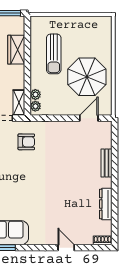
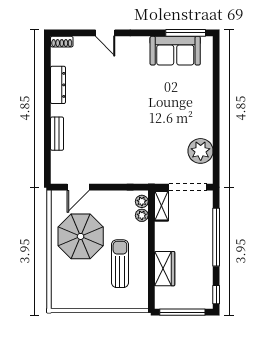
armchair: (26, 142) -> (153, 159), removed

